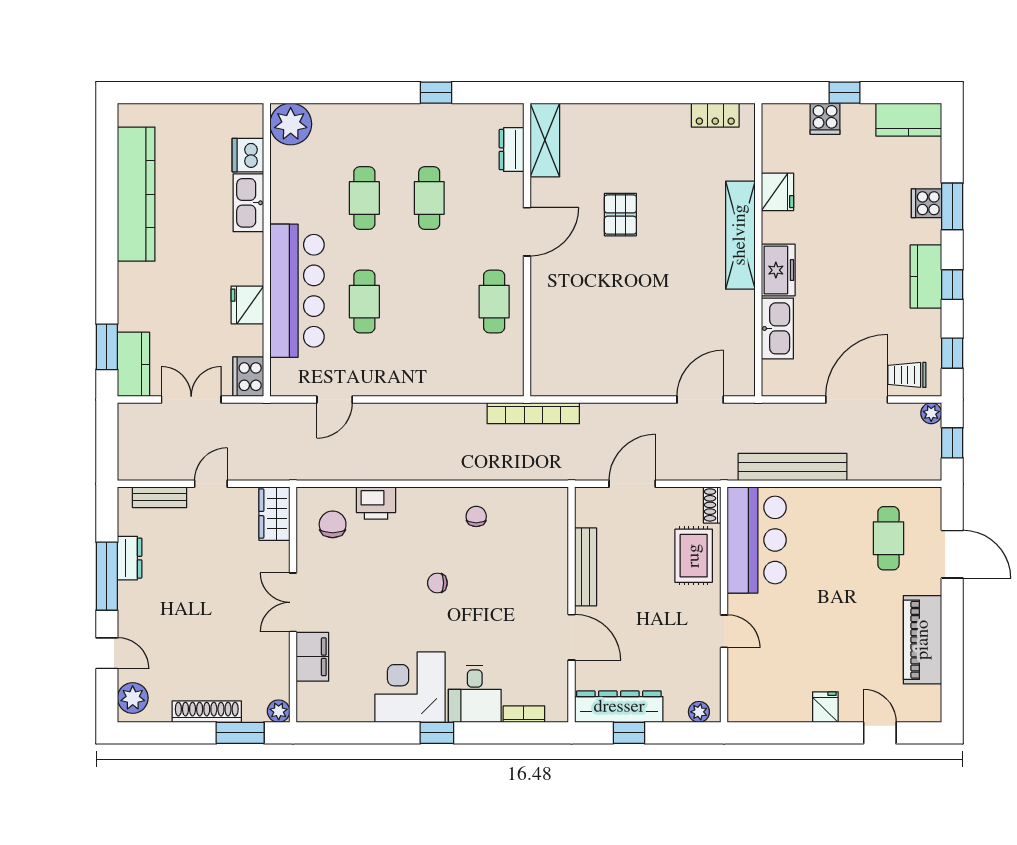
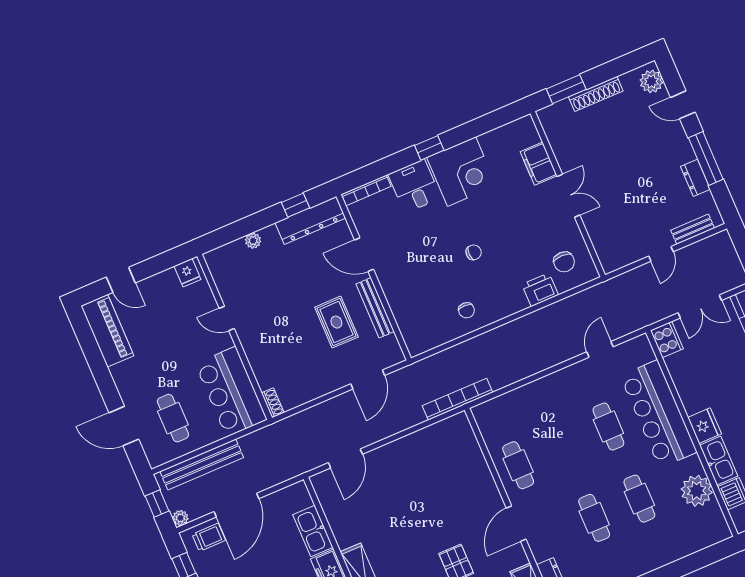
plant: (291, 124) -> (697, 491), moved
fridge: (247, 305) -> (705, 426), moved
bench: (792, 467) -> (202, 464), moved
shoe rack: (712, 505) -> (273, 403), moved
wardrobe: (274, 514) -> (608, 252), removed
bar counter: (757, 540) -> (231, 392), moved
rug: (694, 556) -> (336, 322), moved
wall: (724, 605) -> (235, 337), moved
door: (724, 631) -> (227, 318), moved
piano: (923, 640) -> (107, 331), moved
fridge: (825, 707) -> (187, 273), moved
plant: (279, 711) -> (546, 116), removed
bookcase: (524, 714) -> (366, 190), width x1.56

